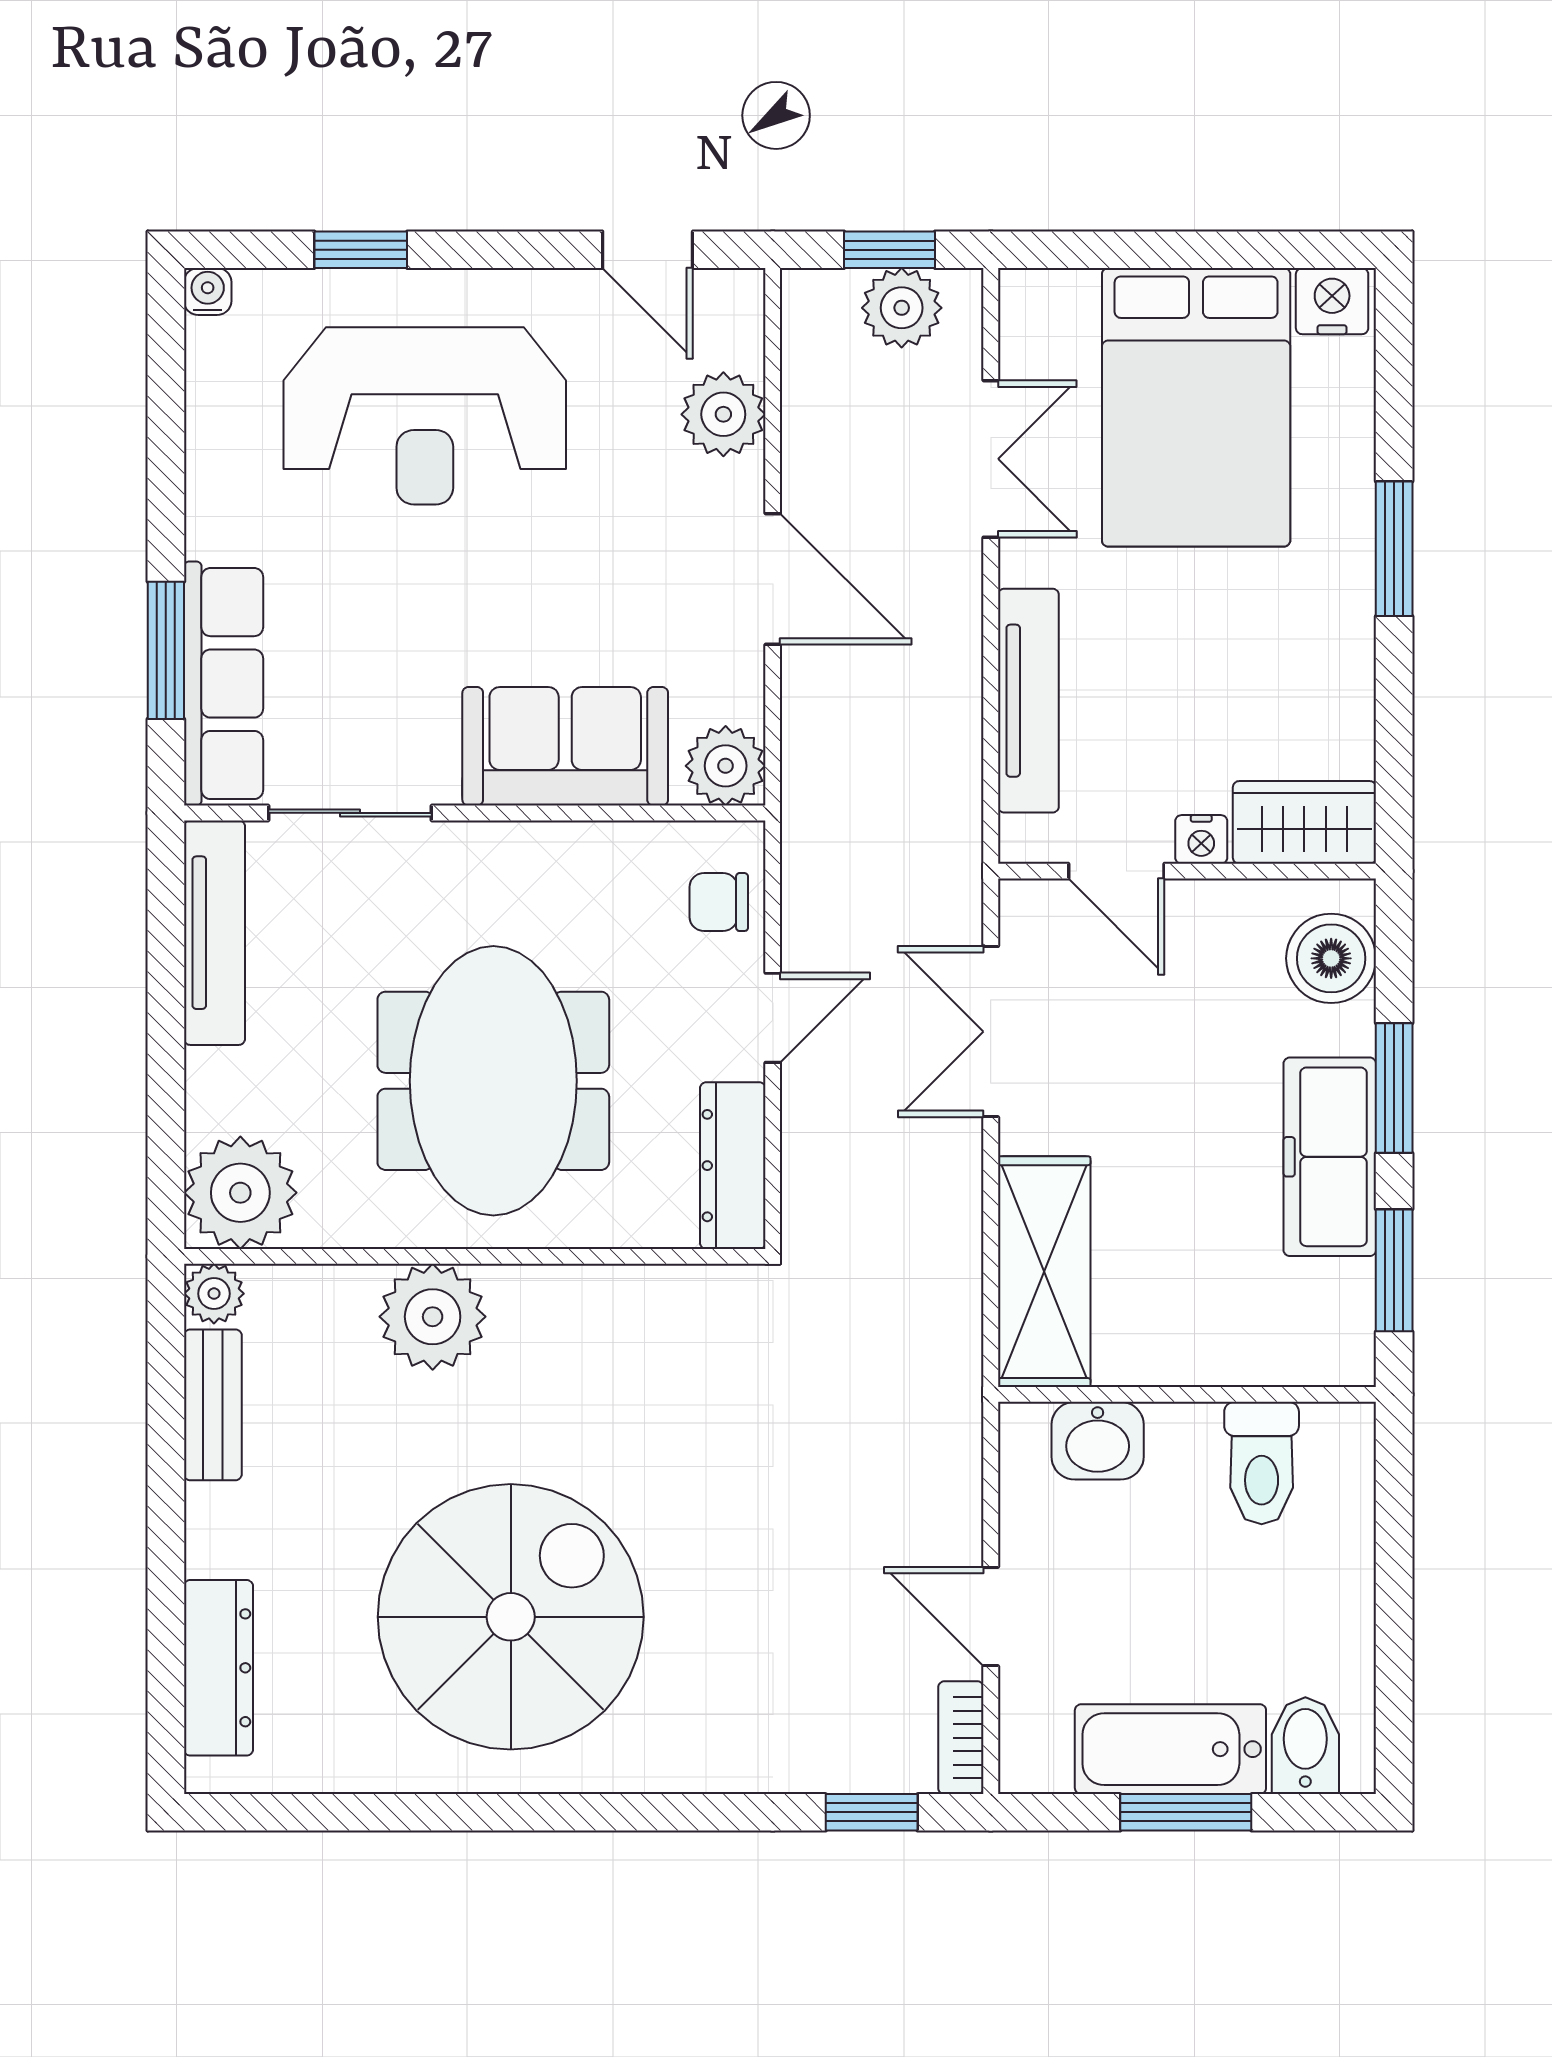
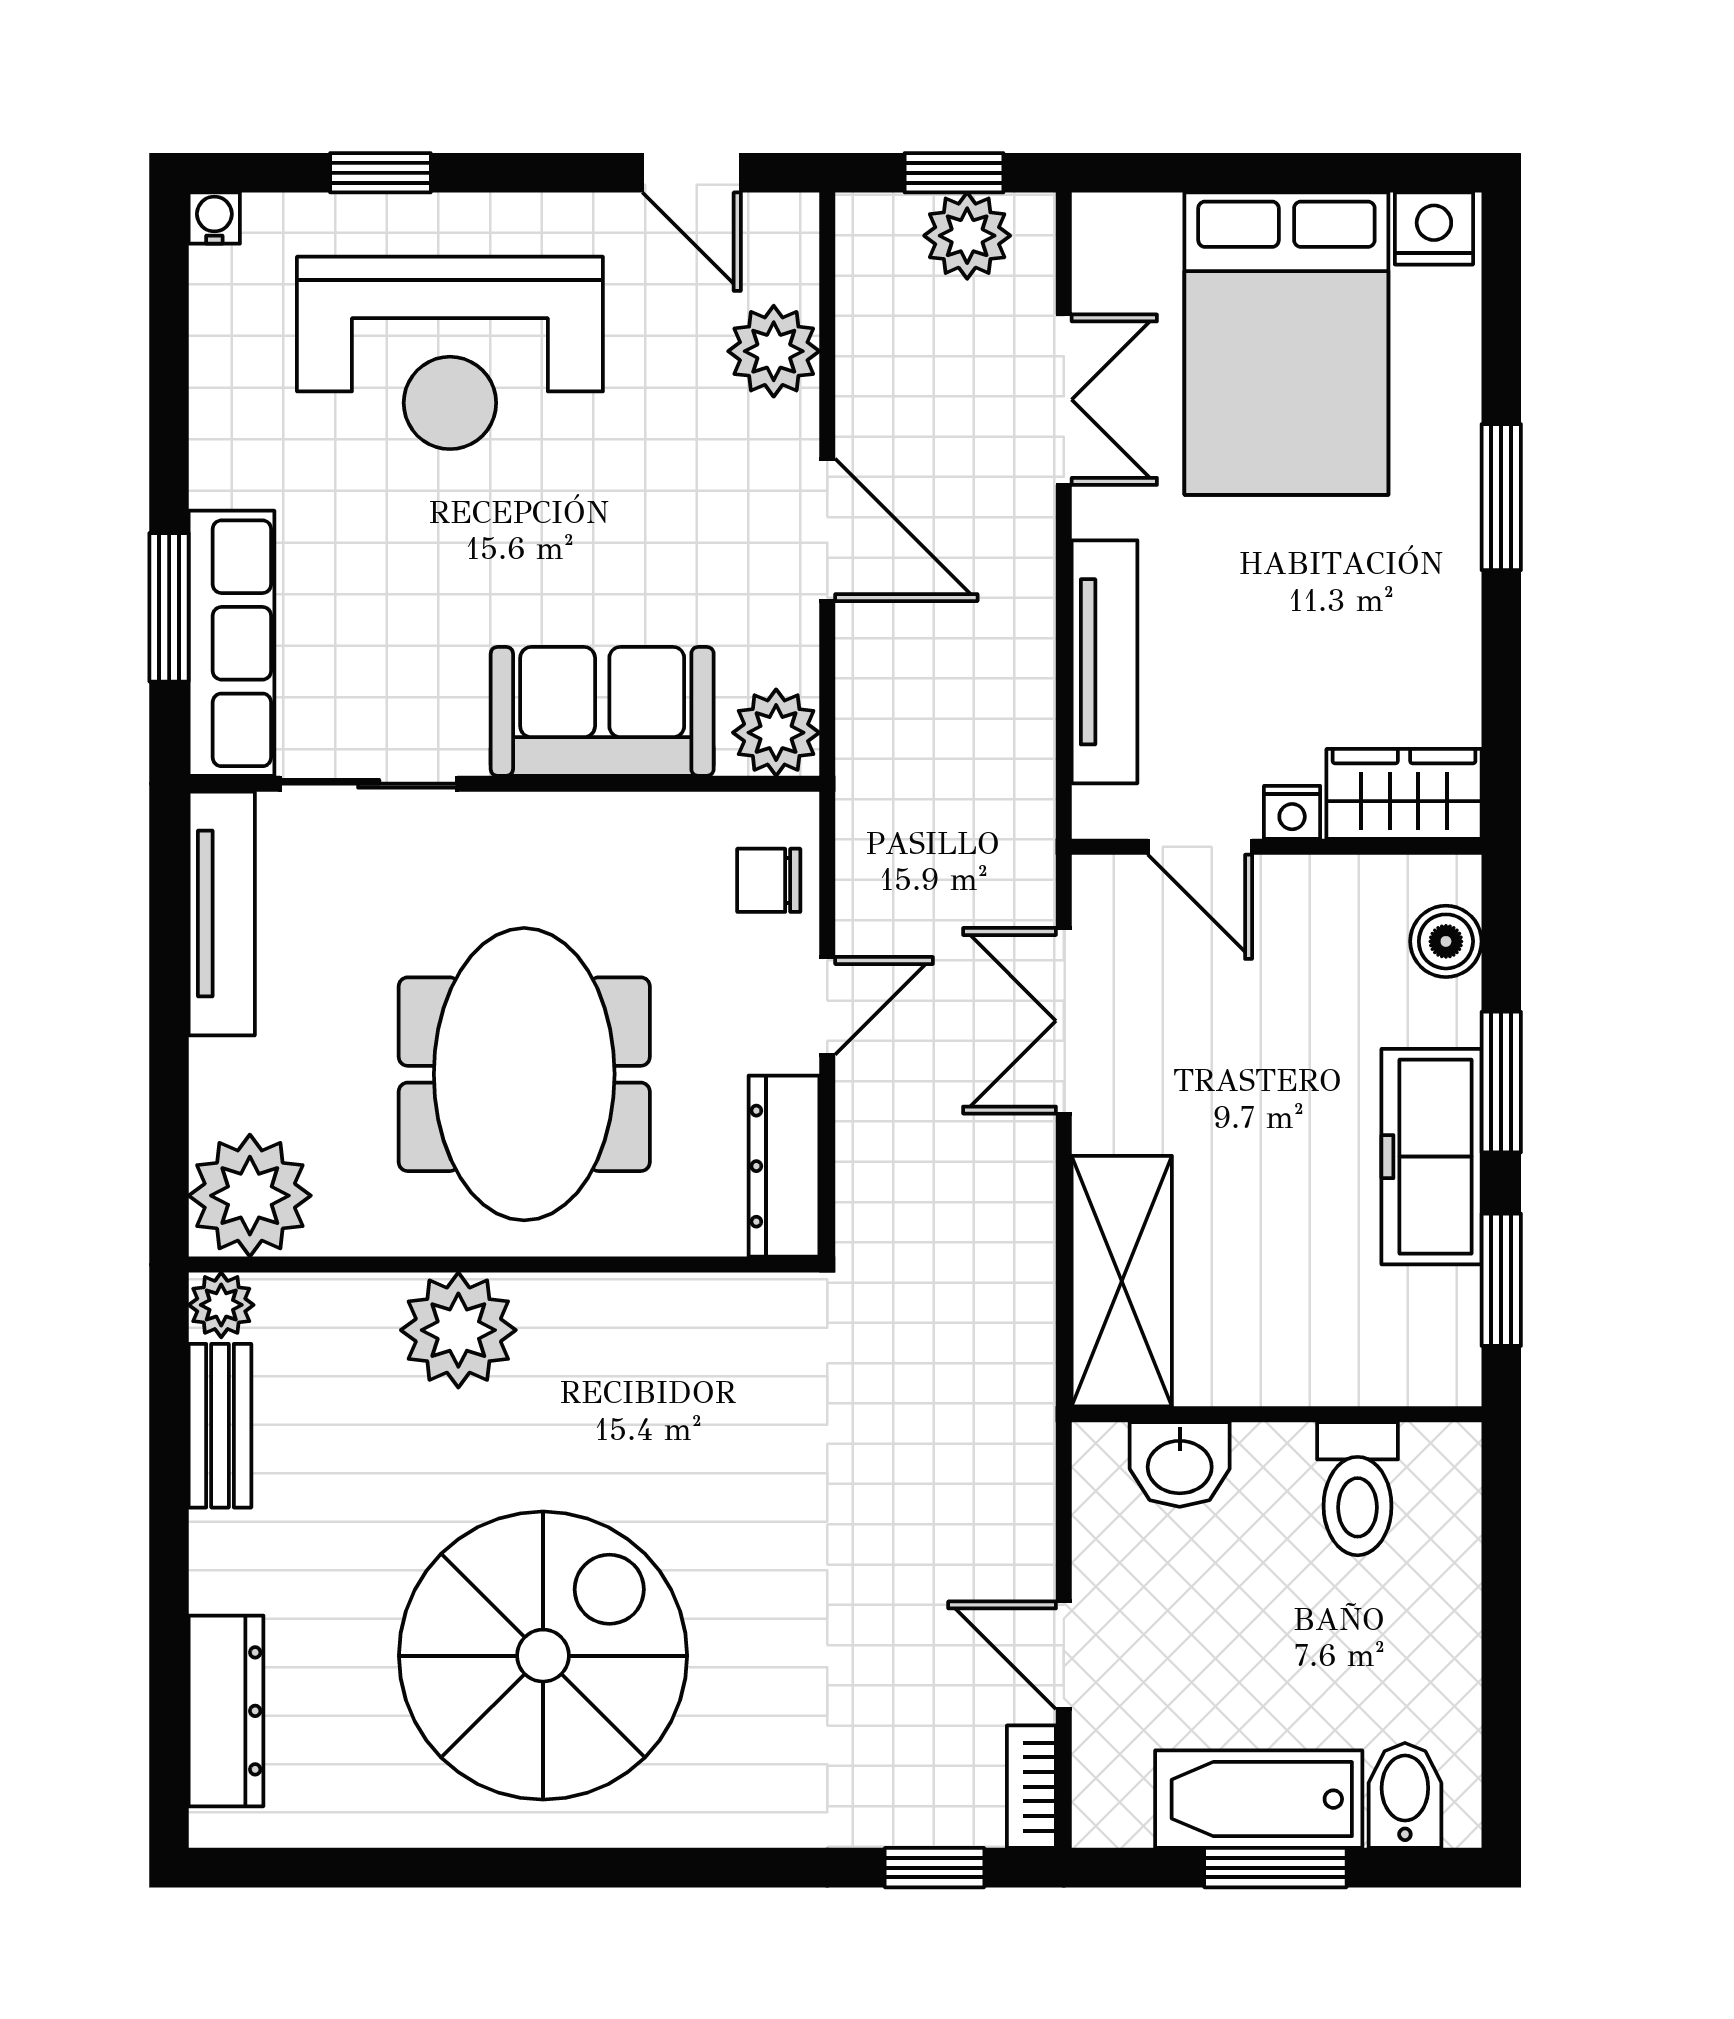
boiler: (1331, 958) -> (1446, 941), width x0.73, depth x0.73

